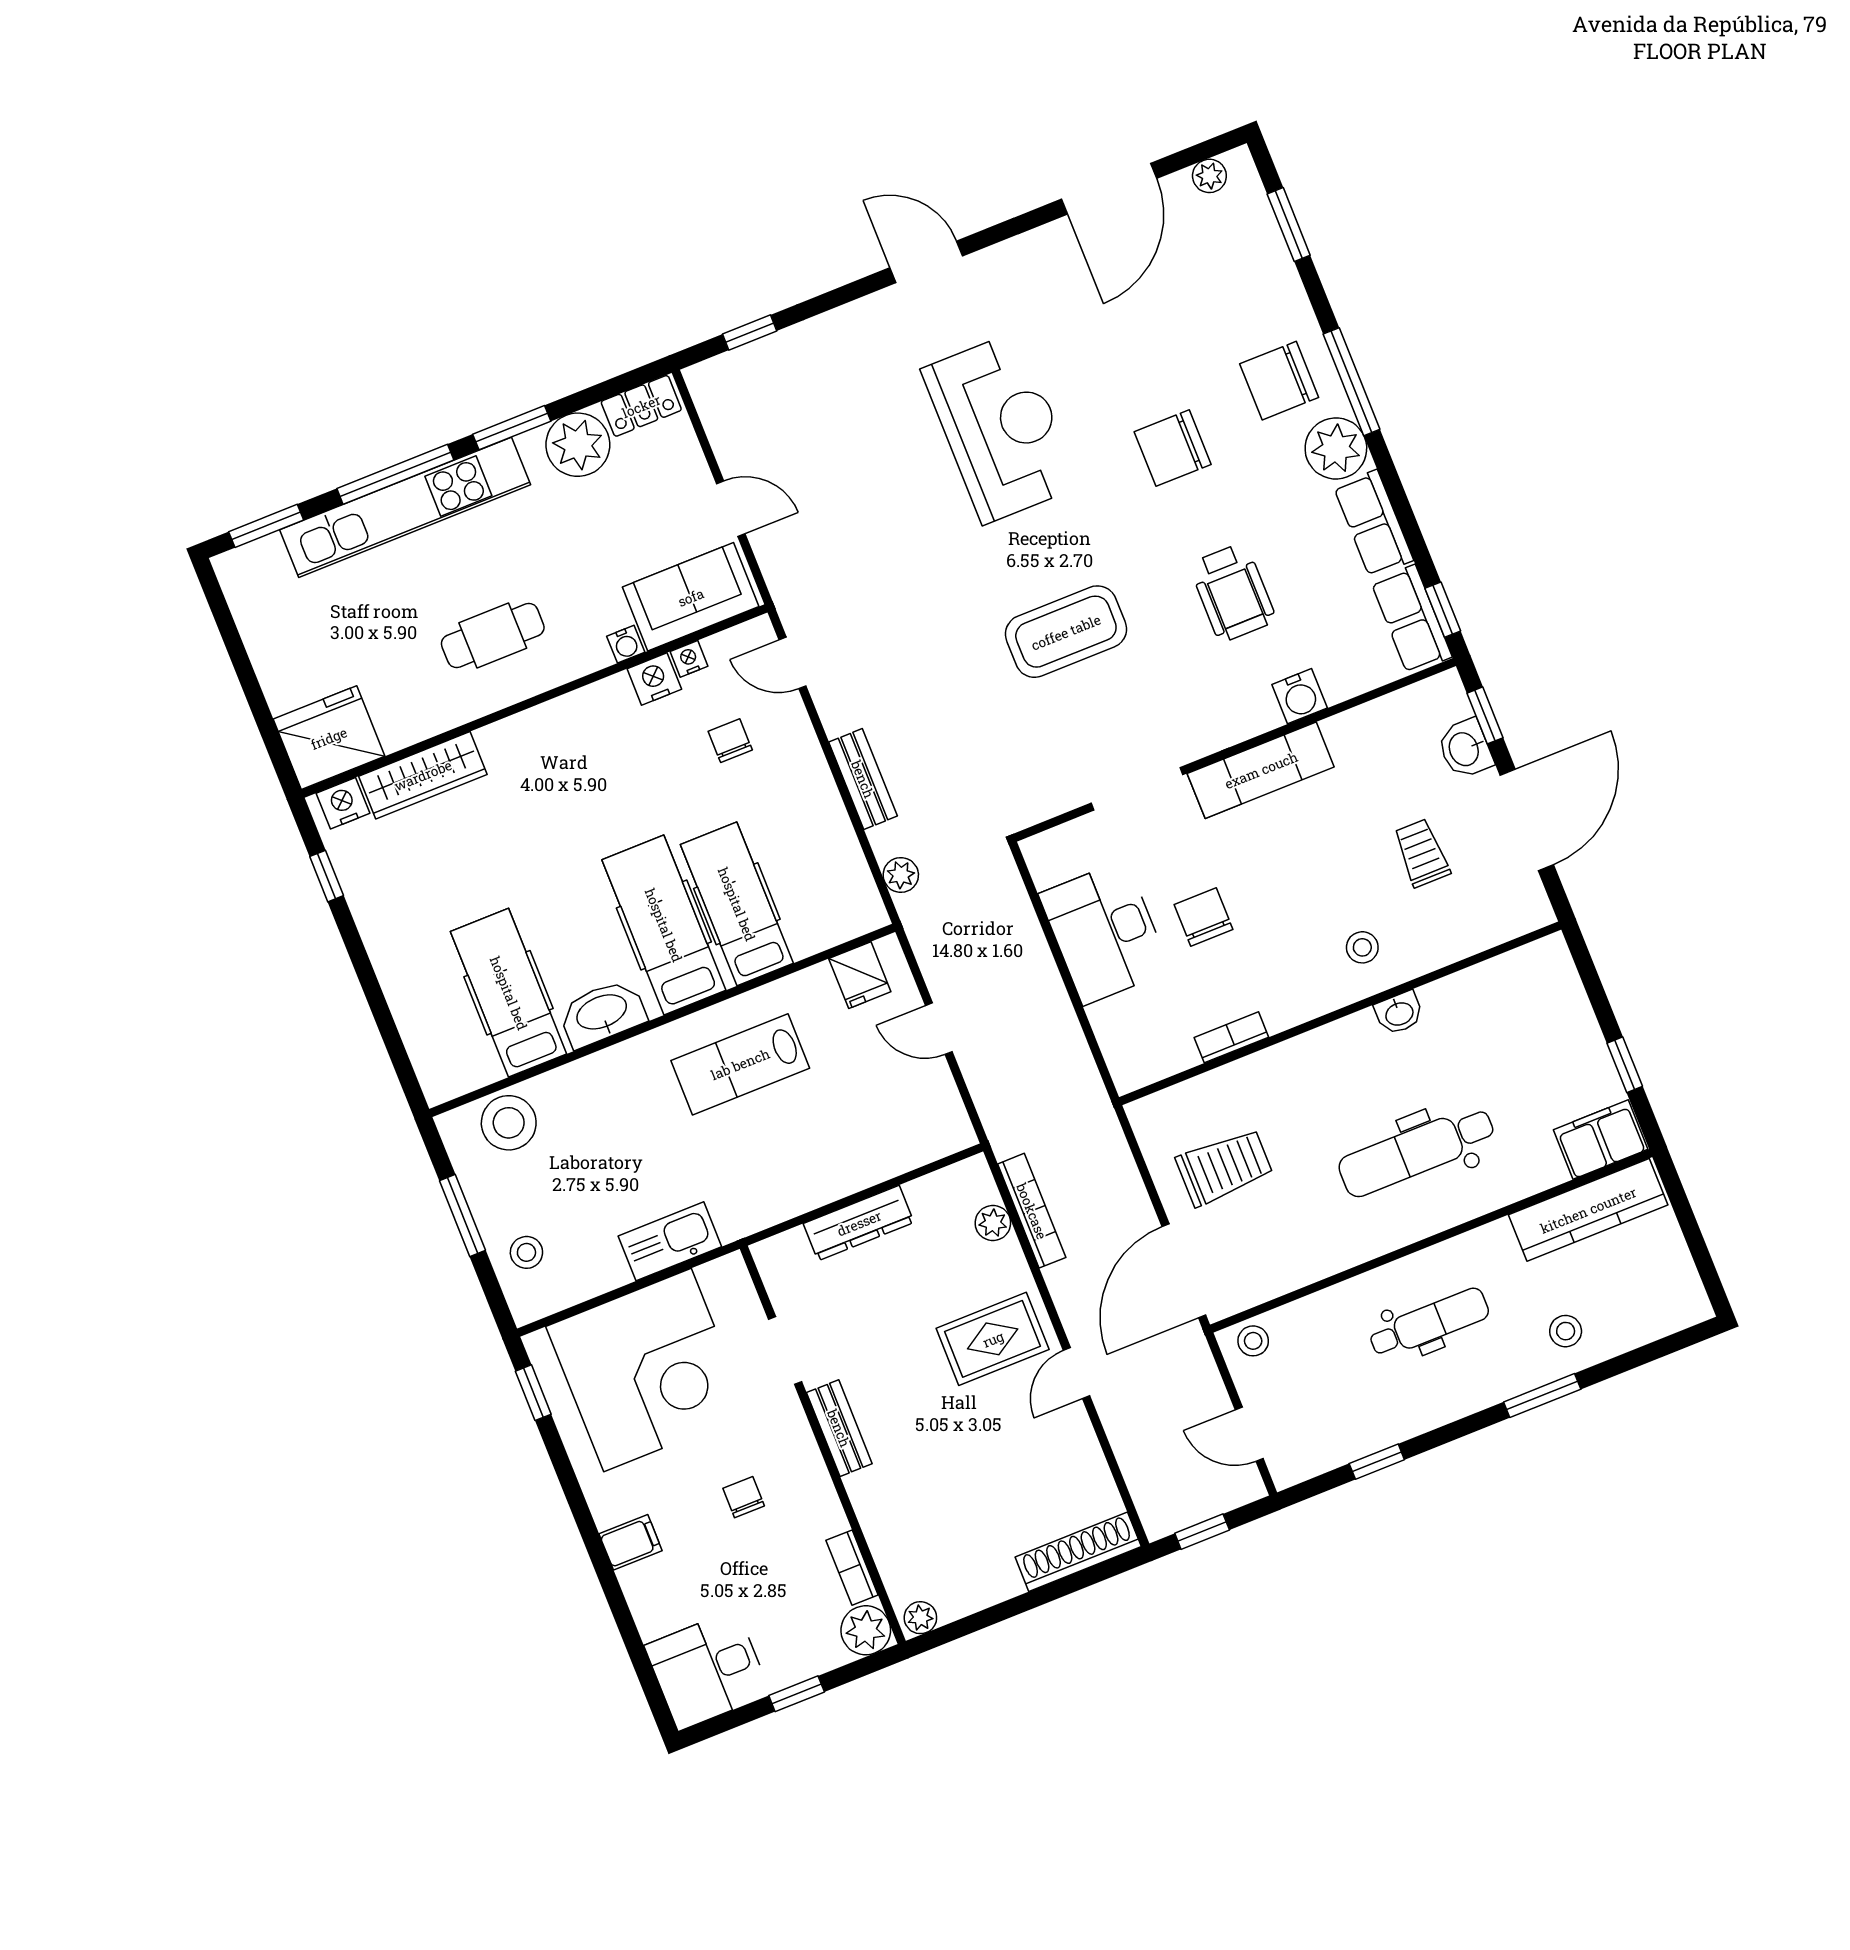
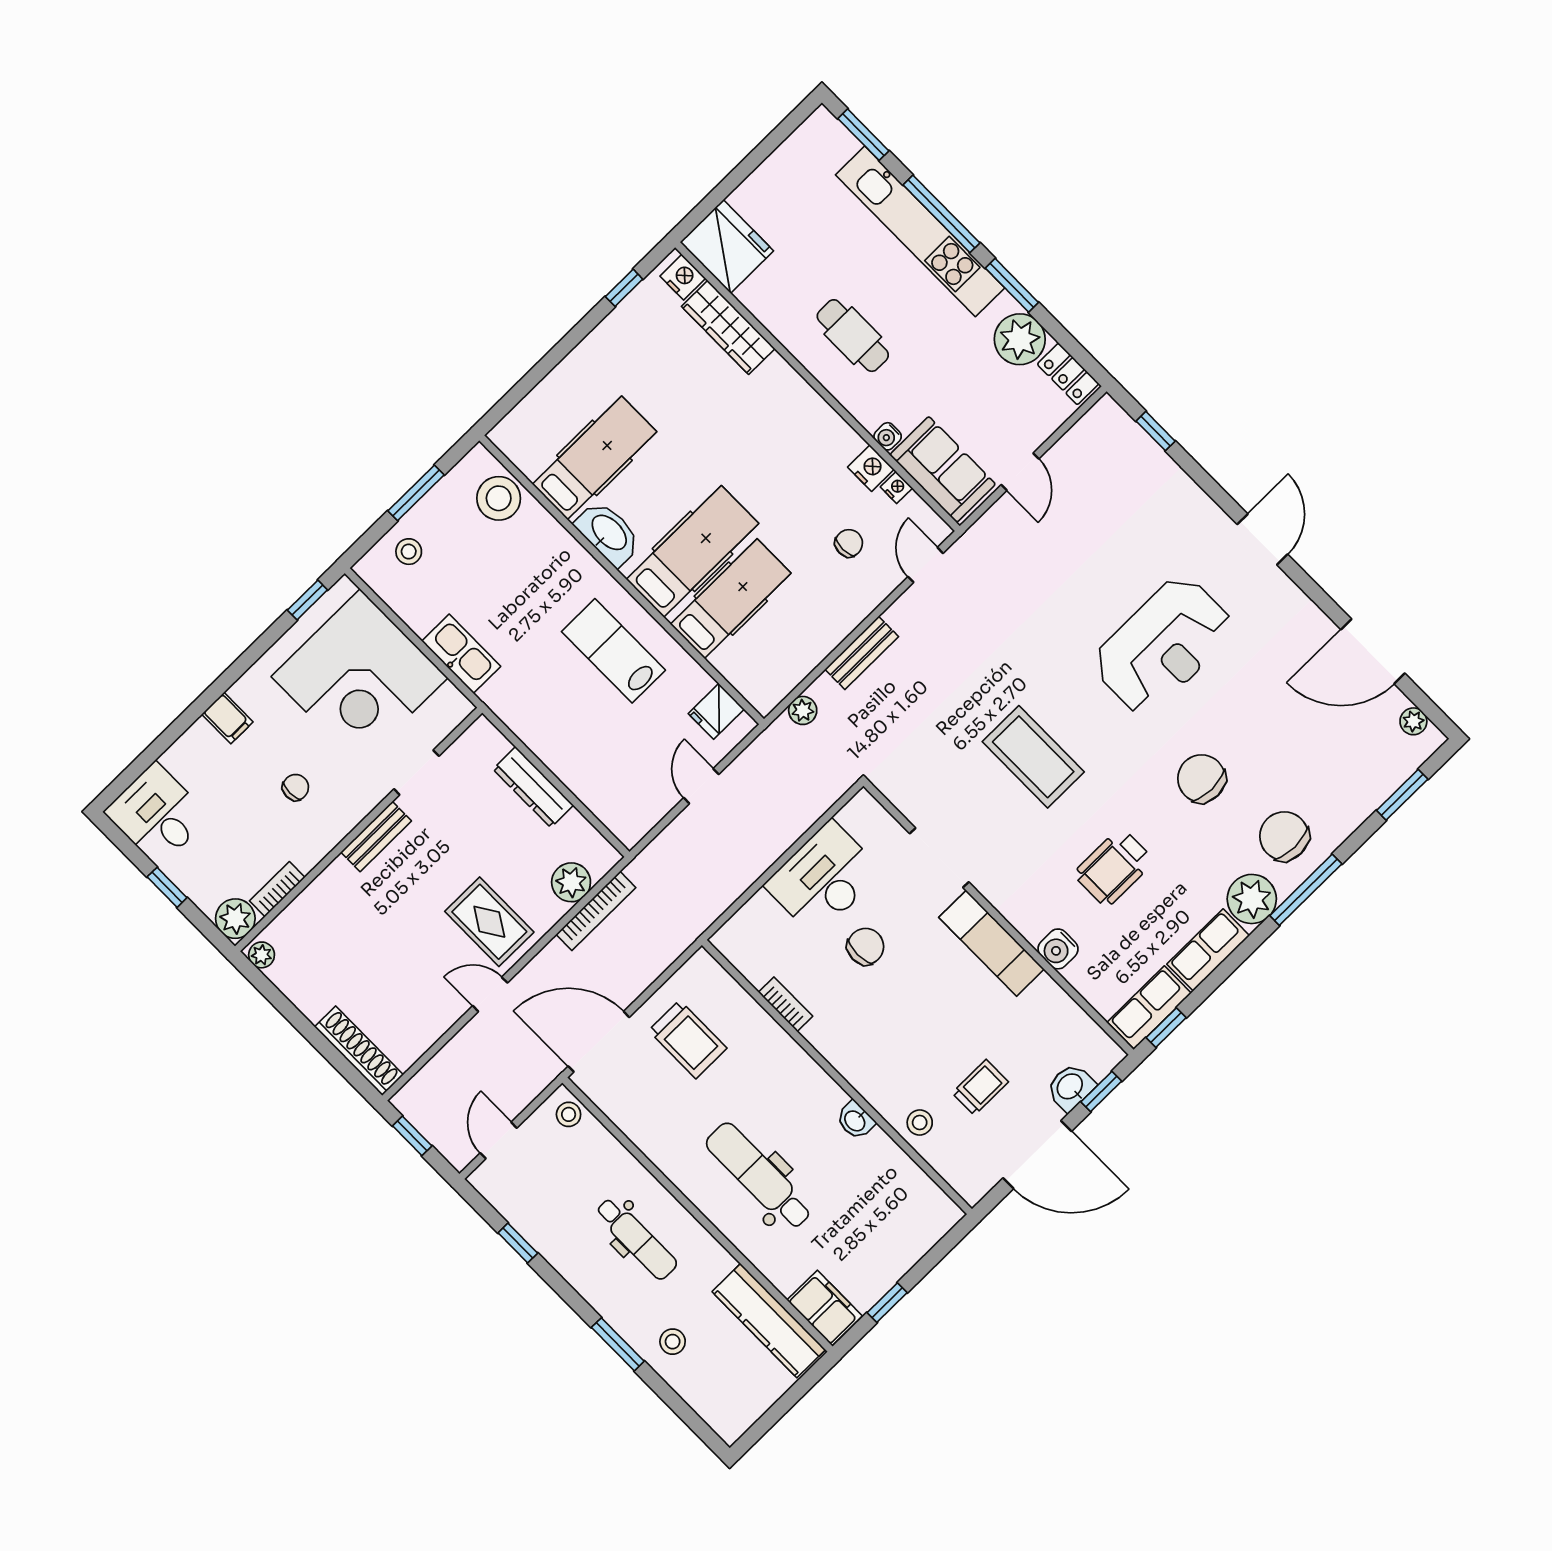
stool: (1362, 947) -> (920, 1122), moved
plant: (993, 1223) -> (571, 882), width x1.38, depth x1.38

